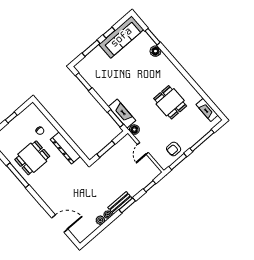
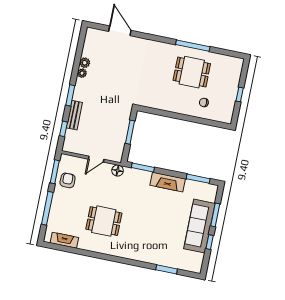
sofa: (121, 37) -> (199, 226), moved
floor lamp: (155, 51) -> (154, 258), removed
fireplace: (122, 114) -> (168, 182), moved
dresser: (65, 148) -> (168, 105), removed
door: (143, 148) -> (96, 159), swing flipped
dining table: (32, 158) -> (192, 72), turned 90
bench: (120, 203) -> (74, 115), moved
door: (60, 224) -> (120, 31), swing flipped

